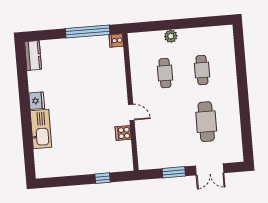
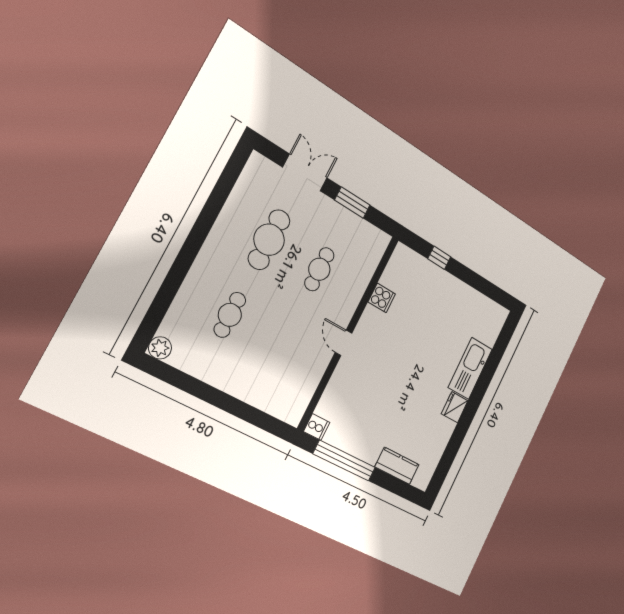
plant: (171, 36) -> (160, 348), moved
kitchen counter: (33, 56) -> (397, 466), moved, turned 90
cafe table: (165, 73) -> (319, 269), moved
door: (131, 112) -> (344, 343), moved

